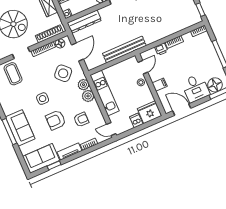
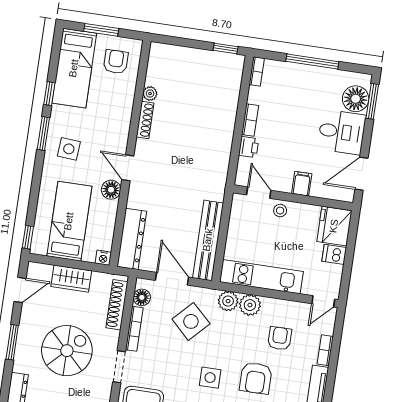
bench: (124, 50) -> (208, 240), moved

